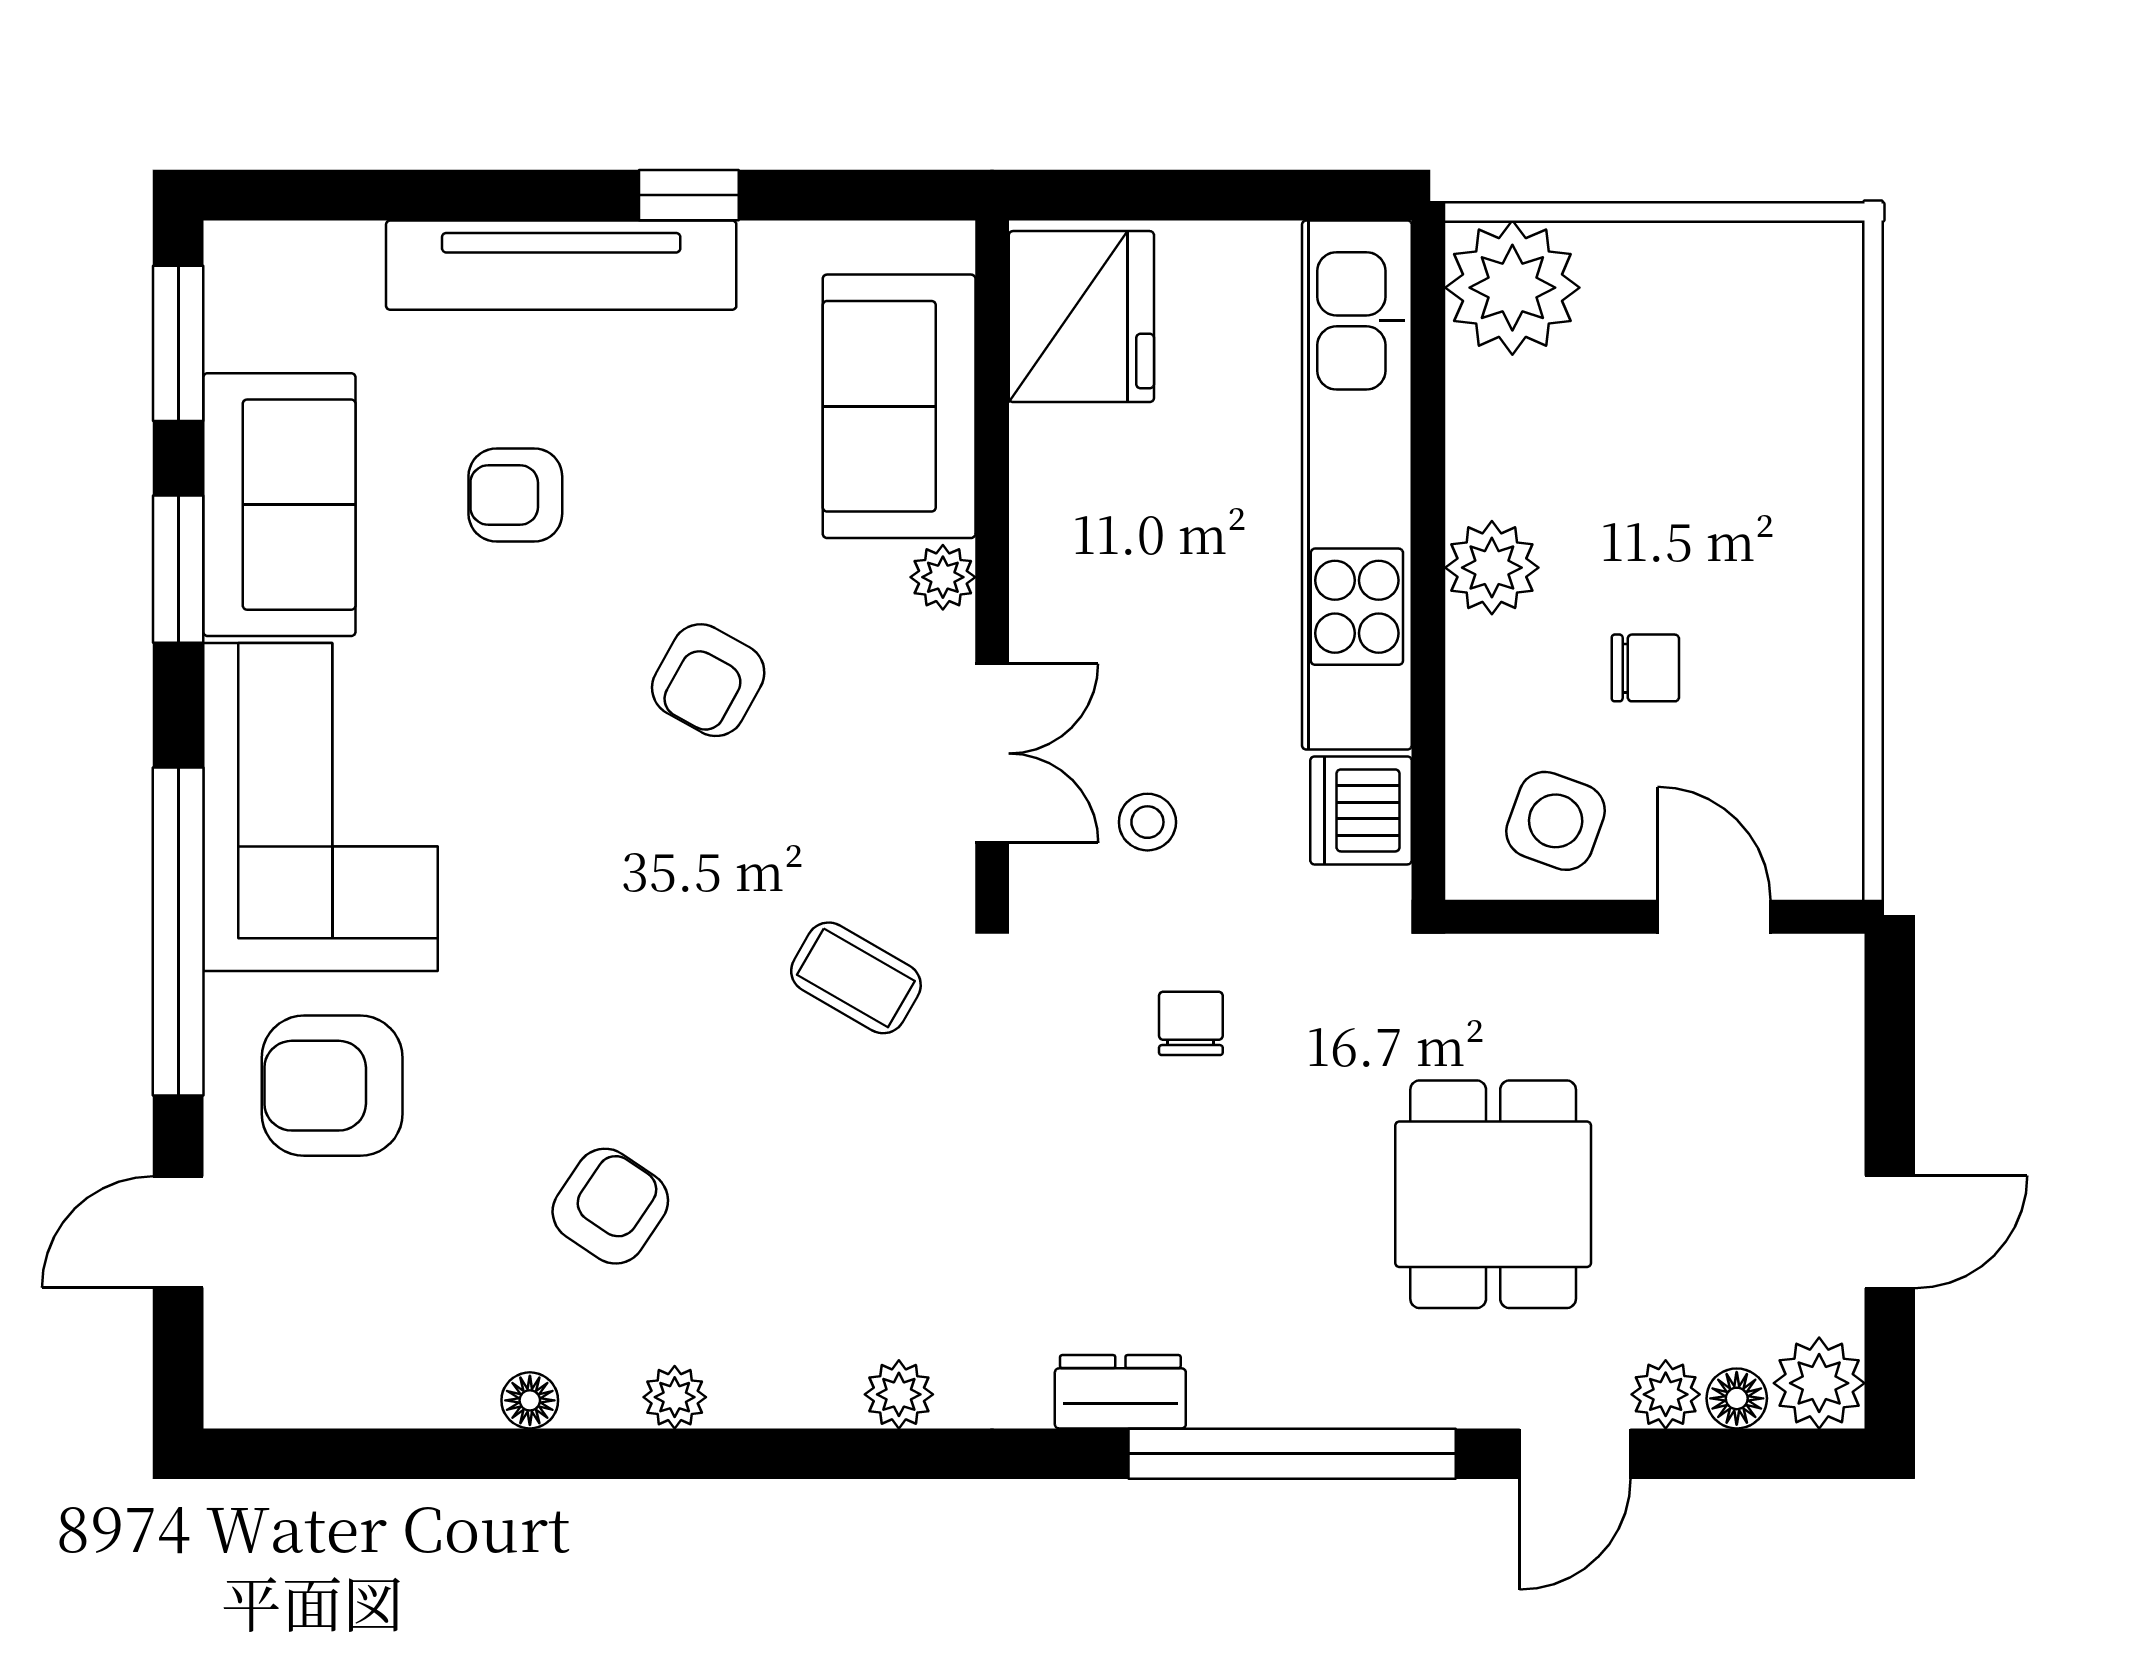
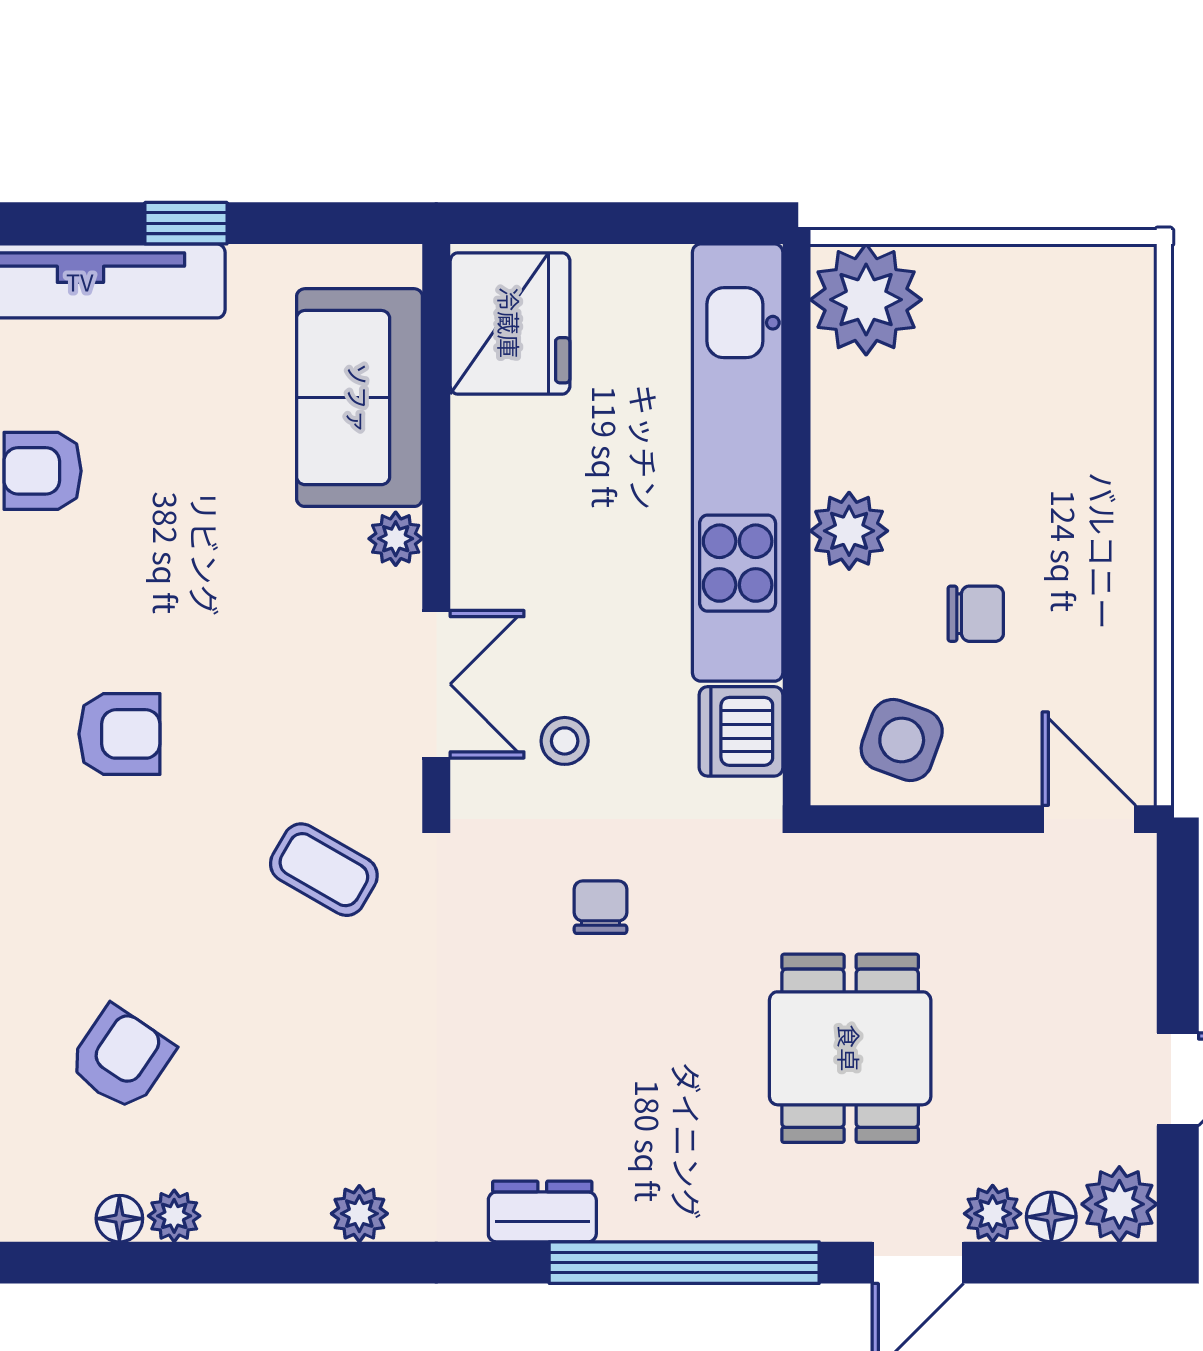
armchair: (708, 680) -> (119, 734), moved, turned -119
door: (1714, 917) -> (1089, 819), moved
floor lamp: (530, 1400) -> (119, 1219), moved

